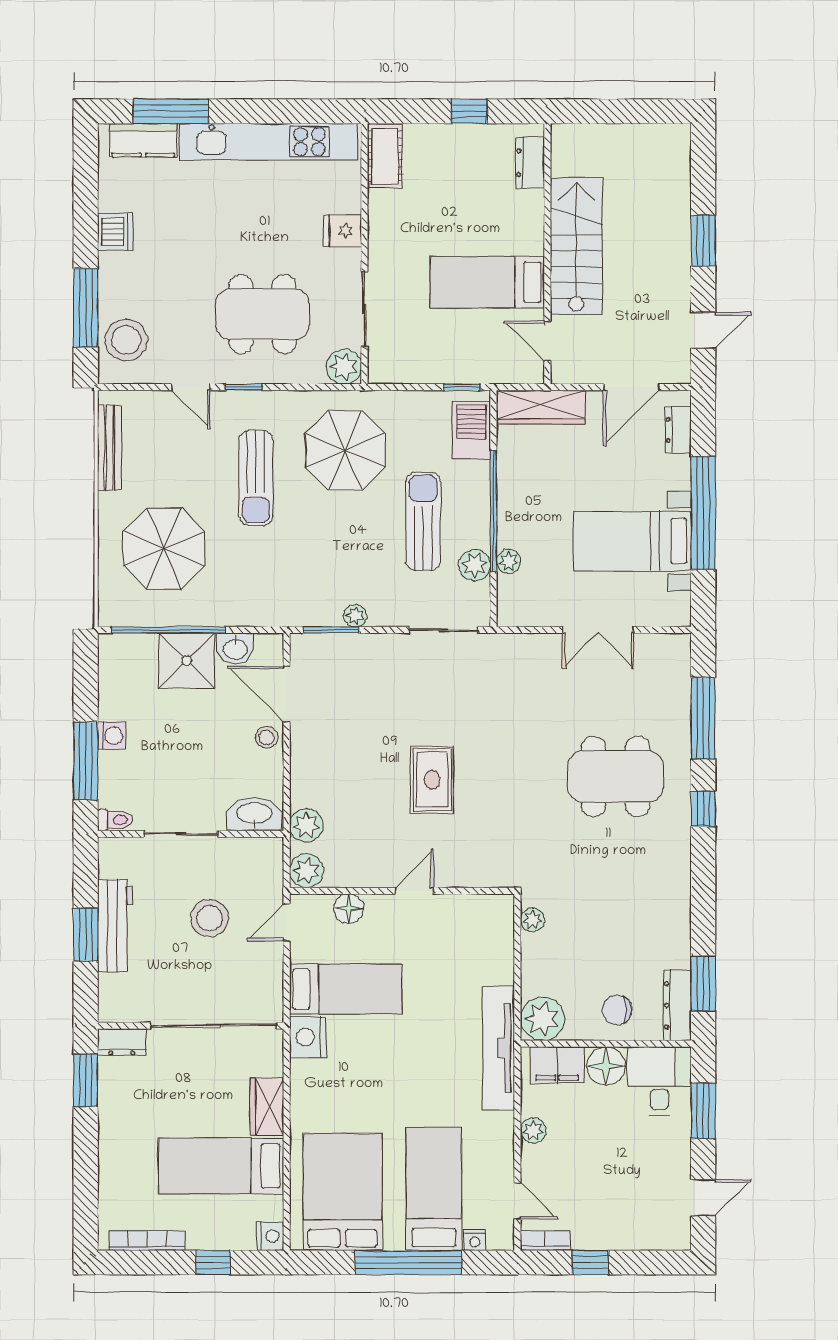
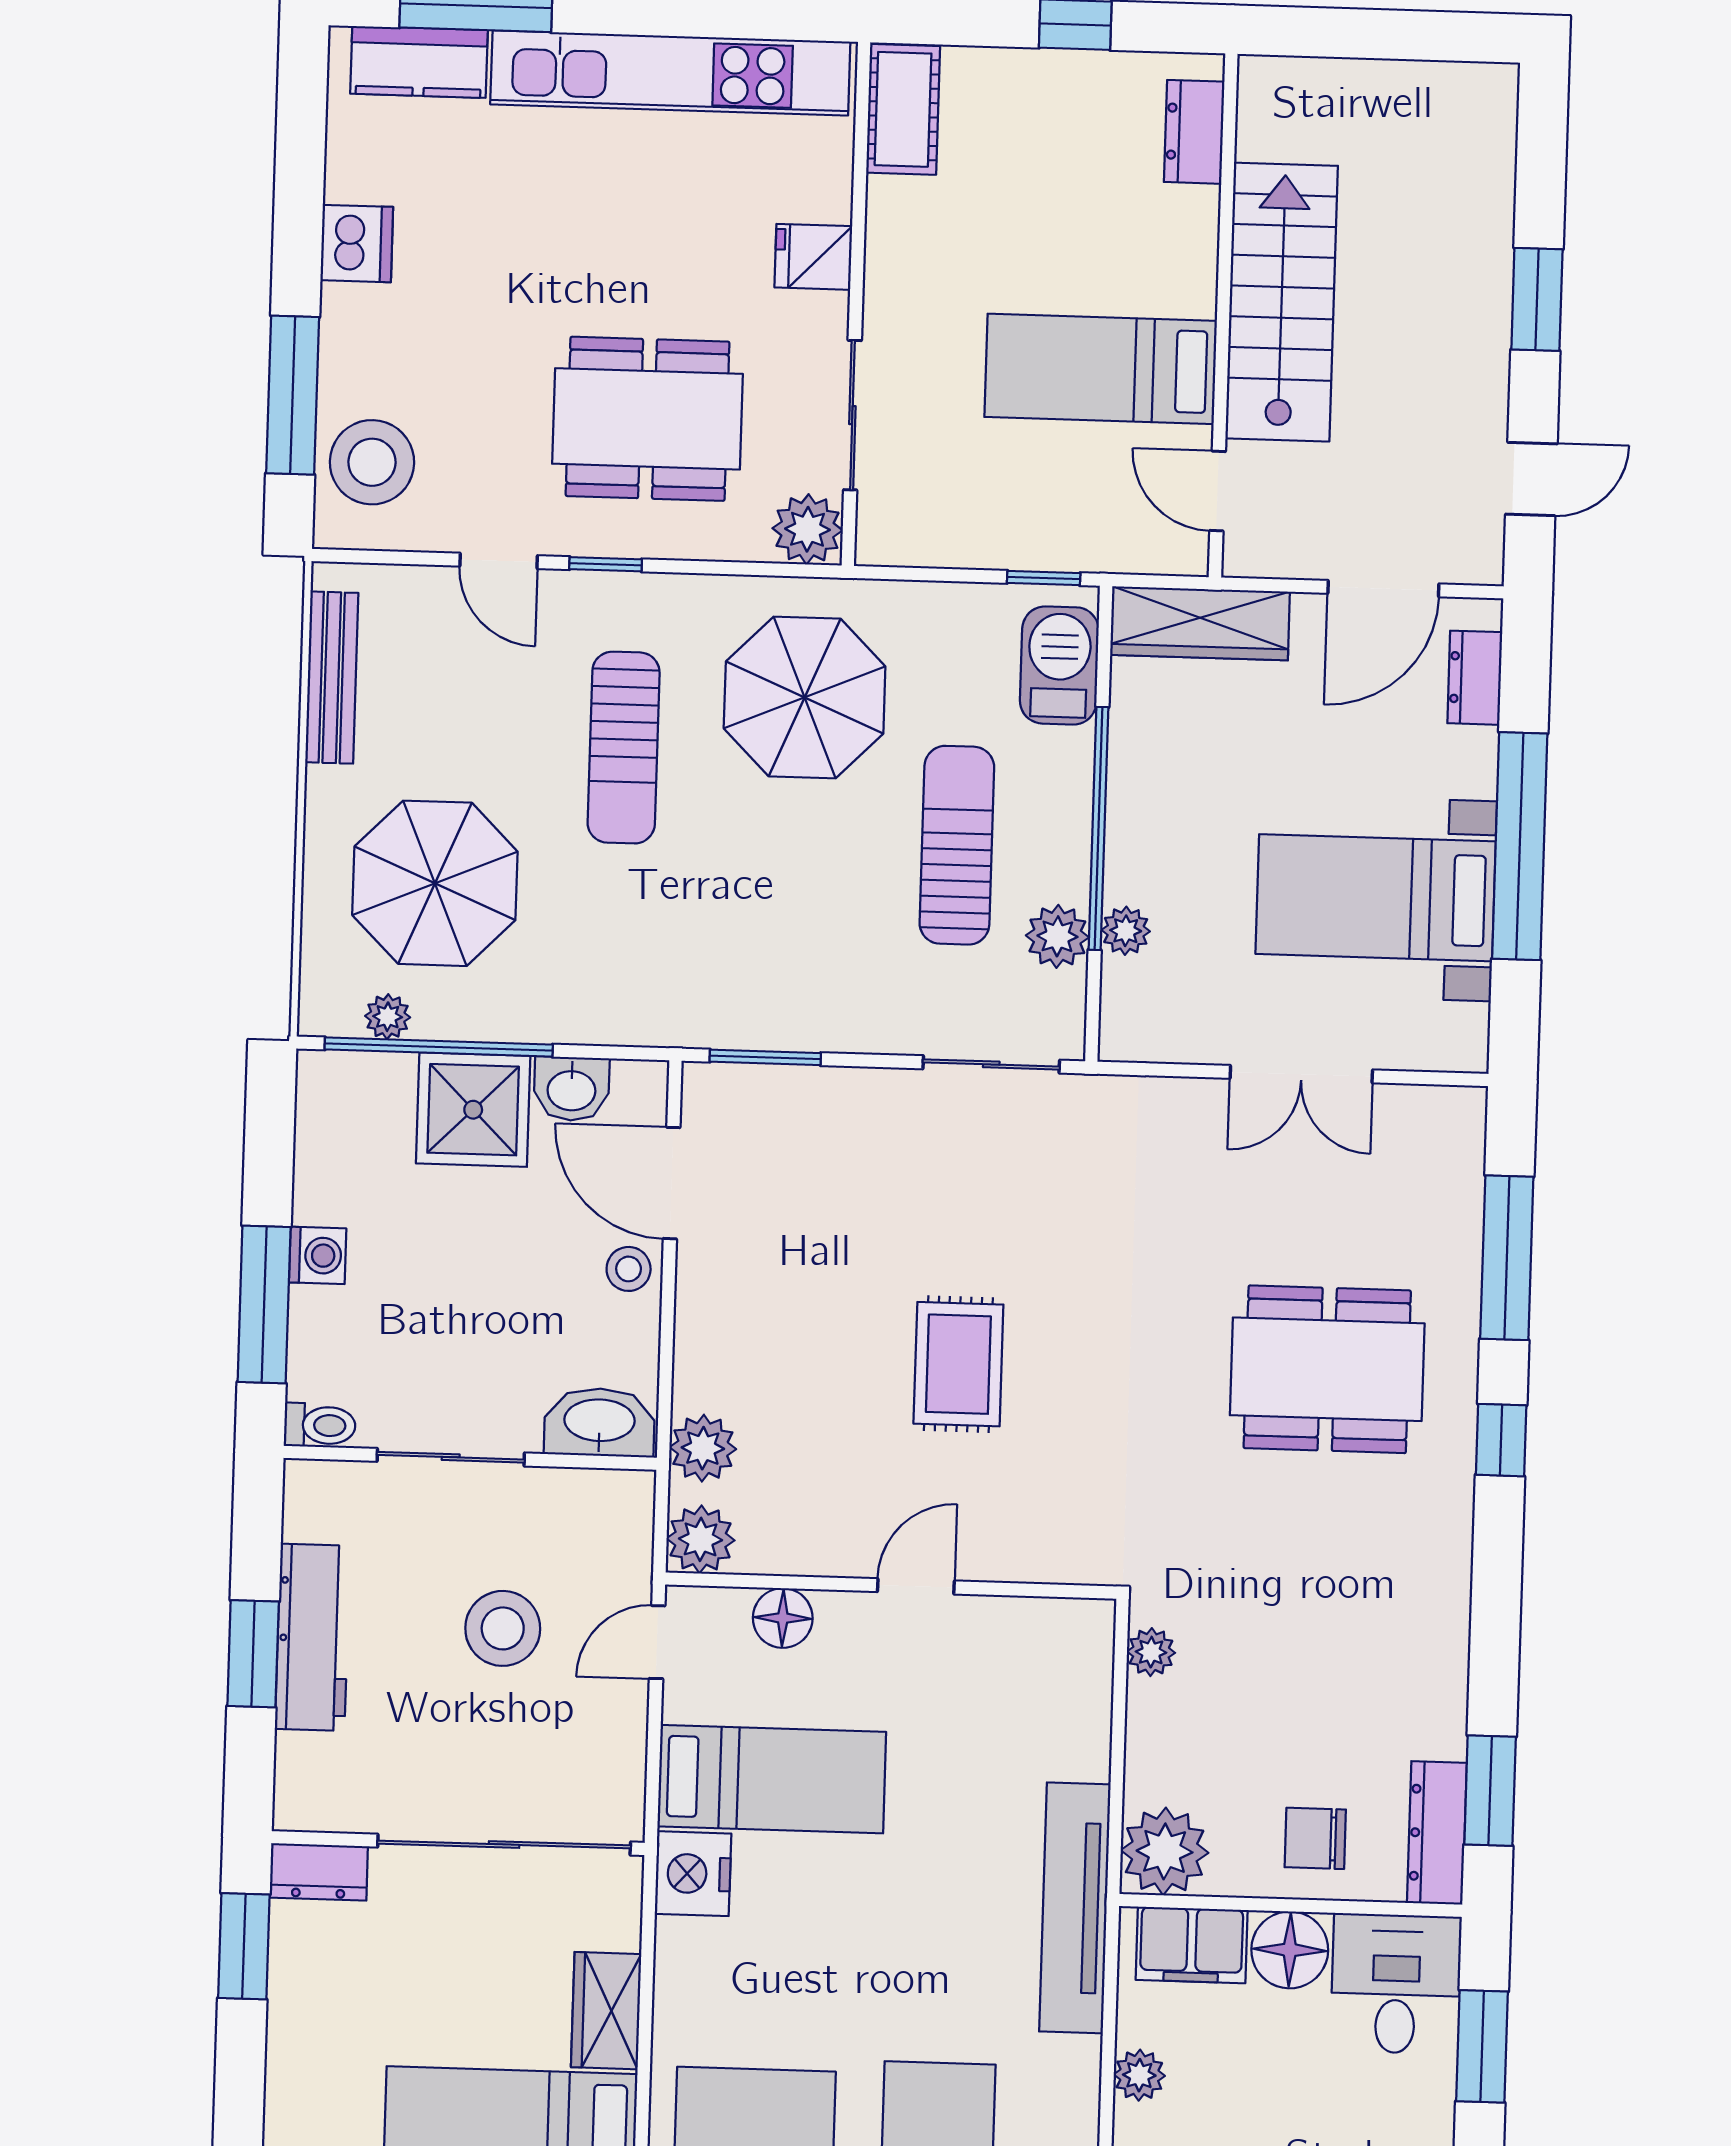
plant: (355, 616) -> (388, 1017), moved

